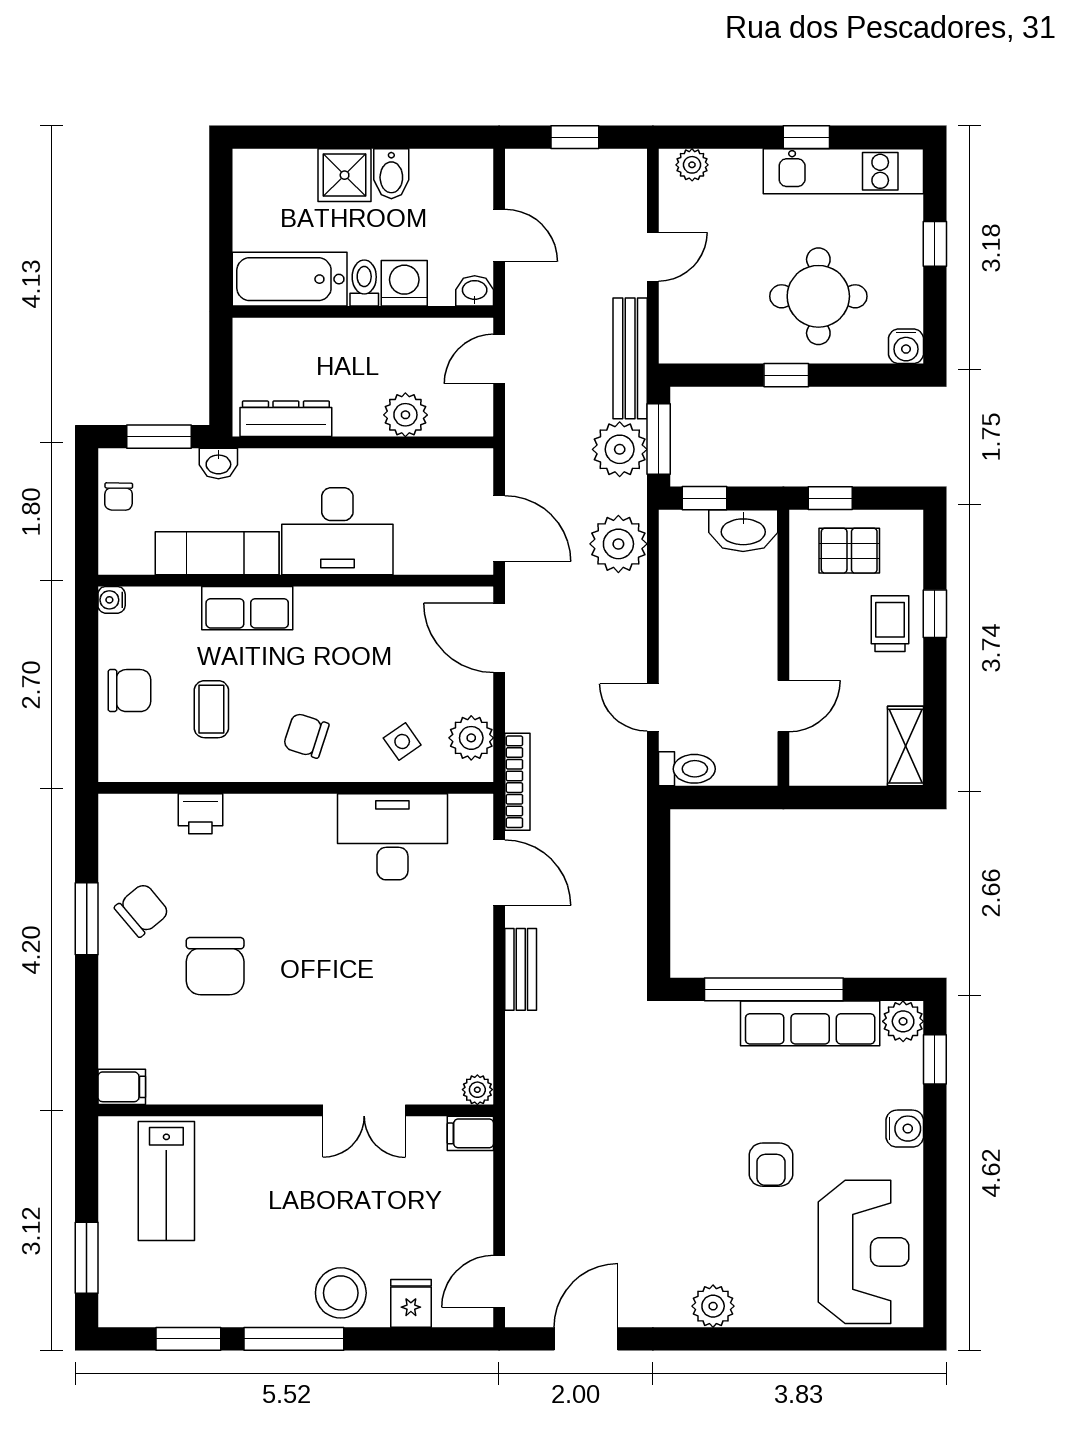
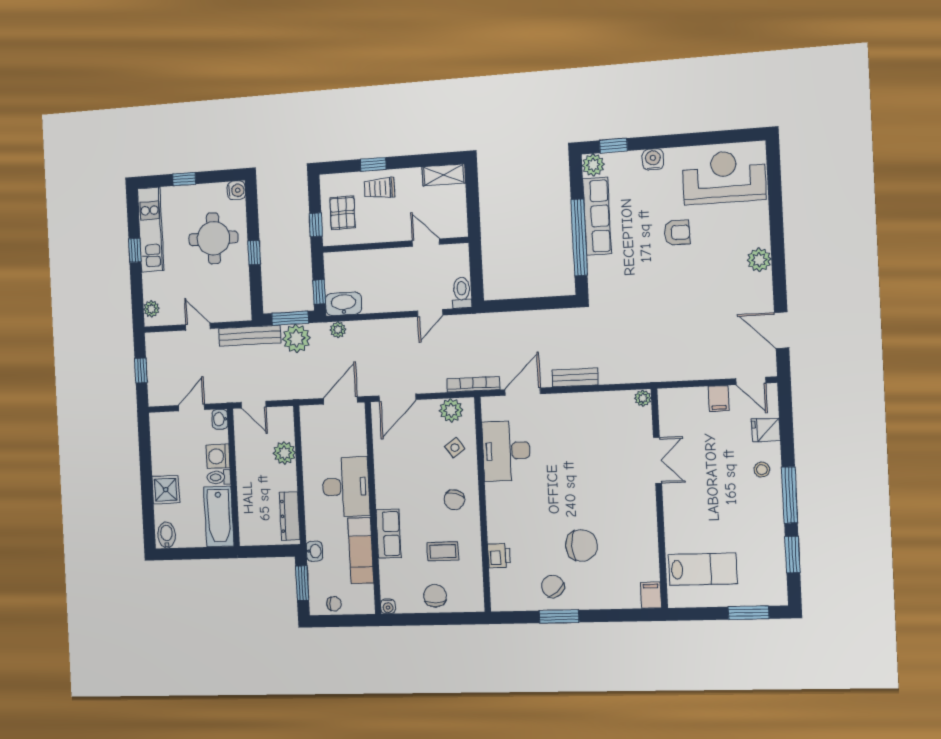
bidet: (391, 174) -> (167, 535), moved, turned -90
washbasin: (743, 531) -> (344, 304), moved, turned -90
plant: (618, 544) -> (338, 330), width x0.53, depth x0.53
filing cabinet: (470, 1133) -> (719, 398), moved
stool: (341, 1293) -> (762, 470), width x0.53, depth x0.53

